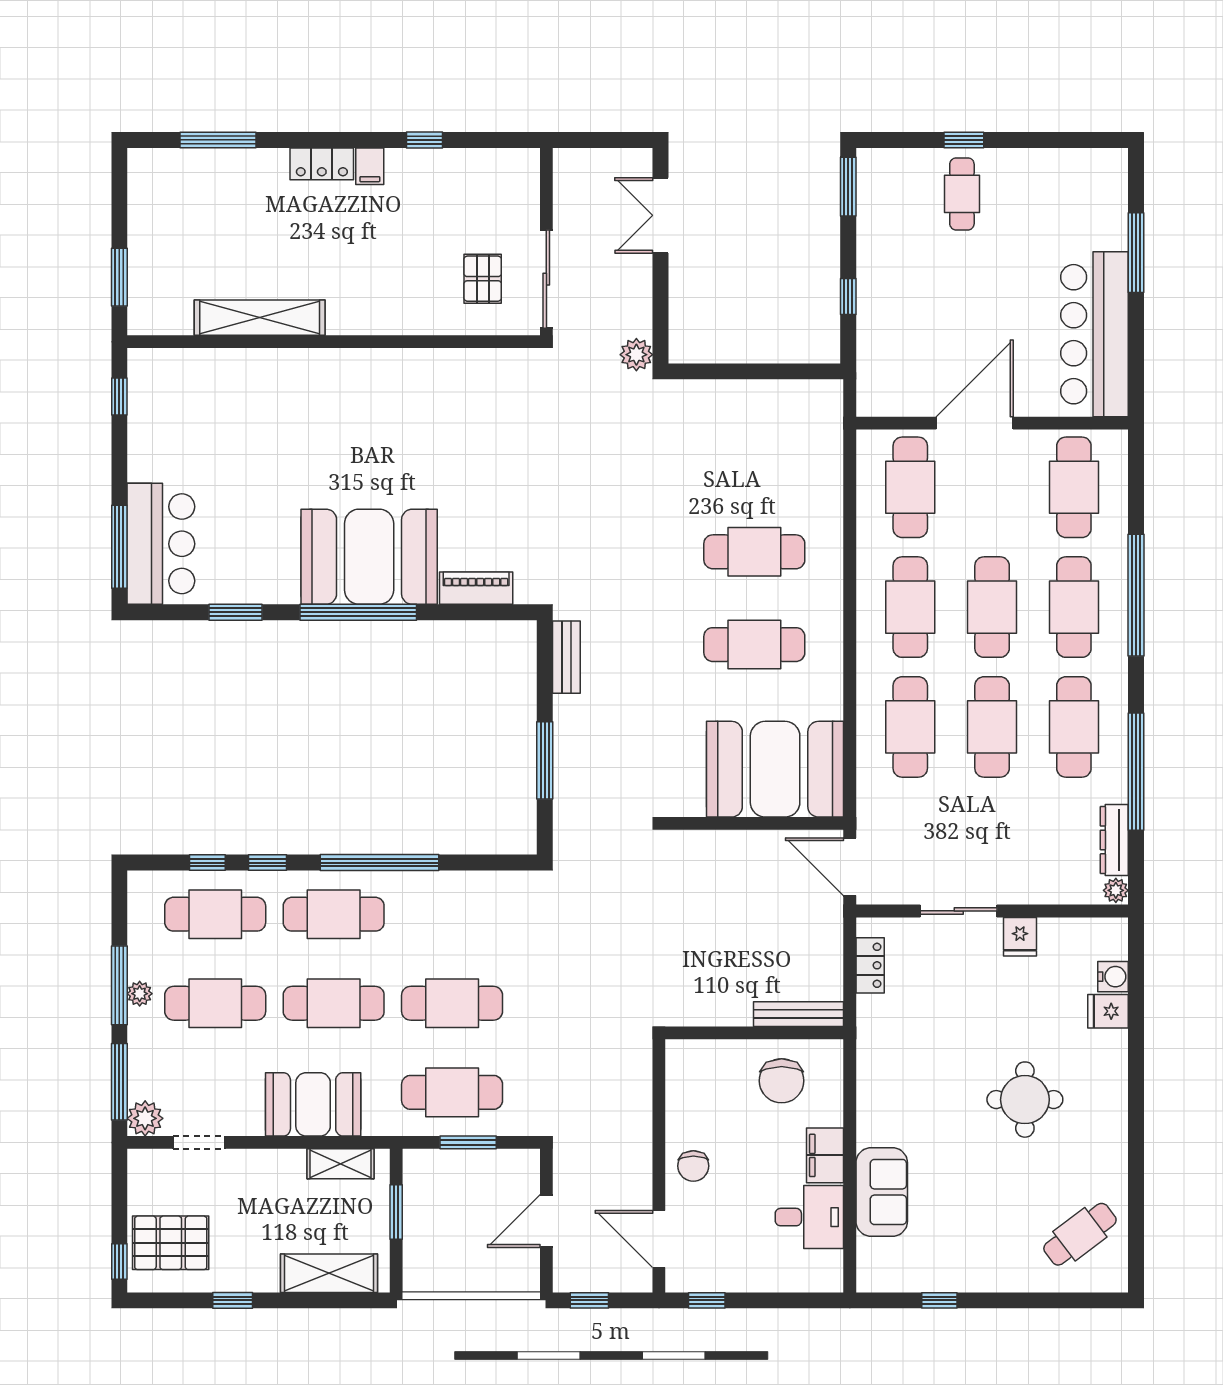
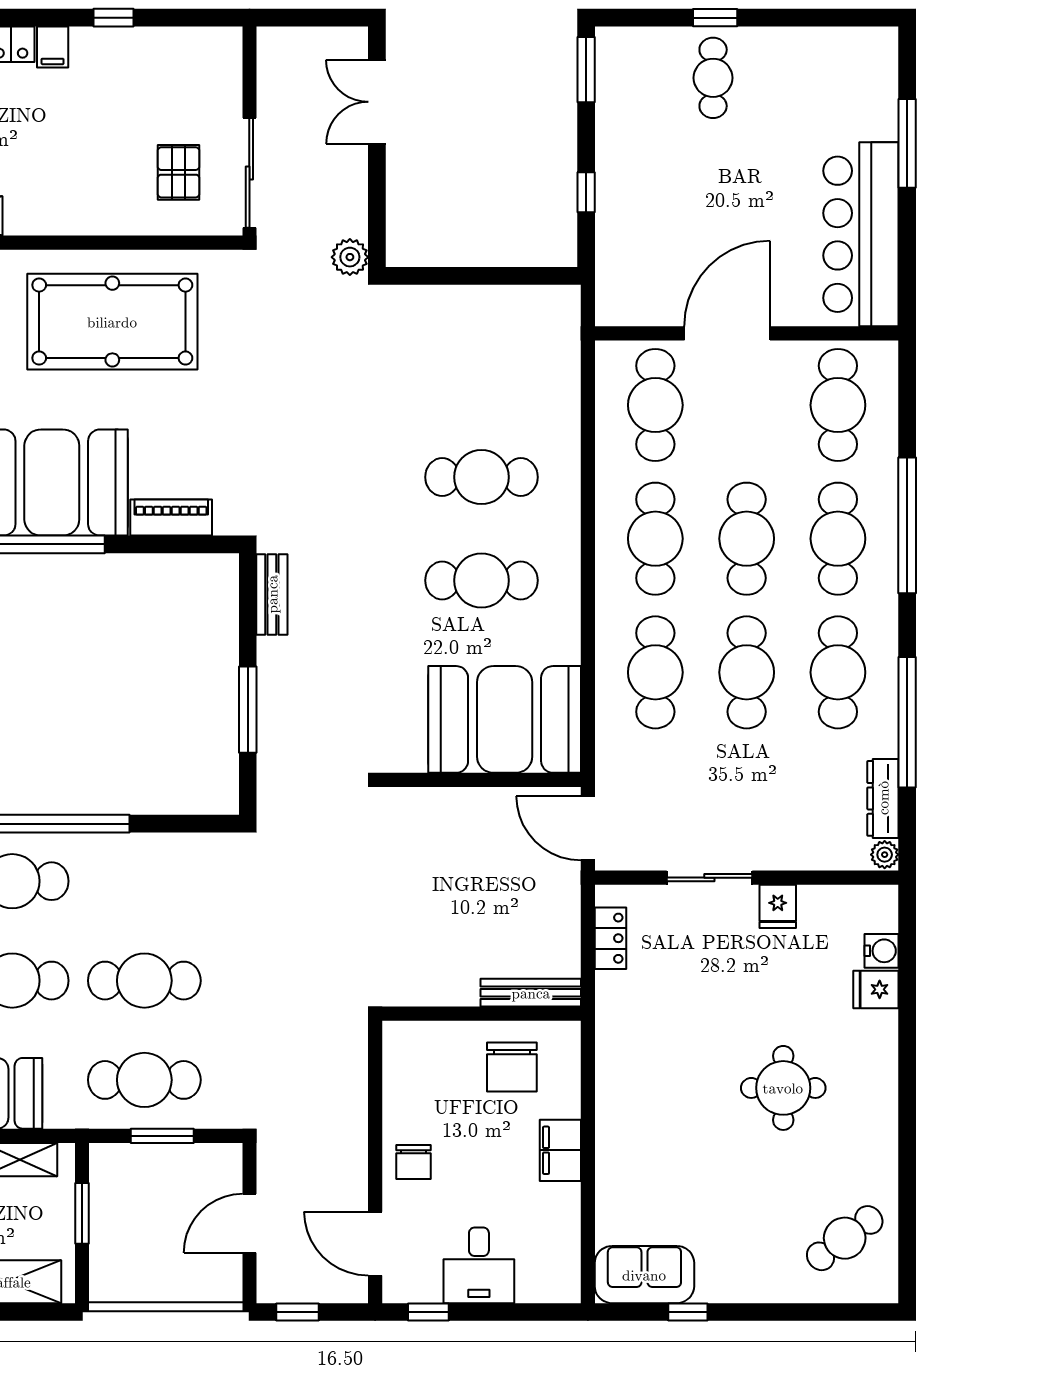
pool table: (423, 412) -> (112, 322), added
sofa: (882, 1192) -> (644, 1275), moved, turned -90
desk: (809, 1217) -> (479, 1265), moved, turned 90

